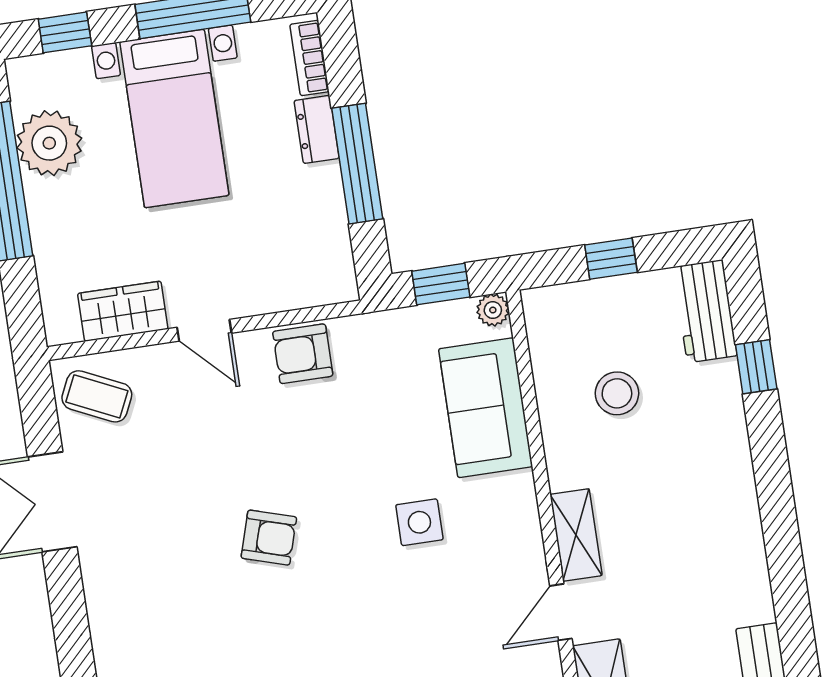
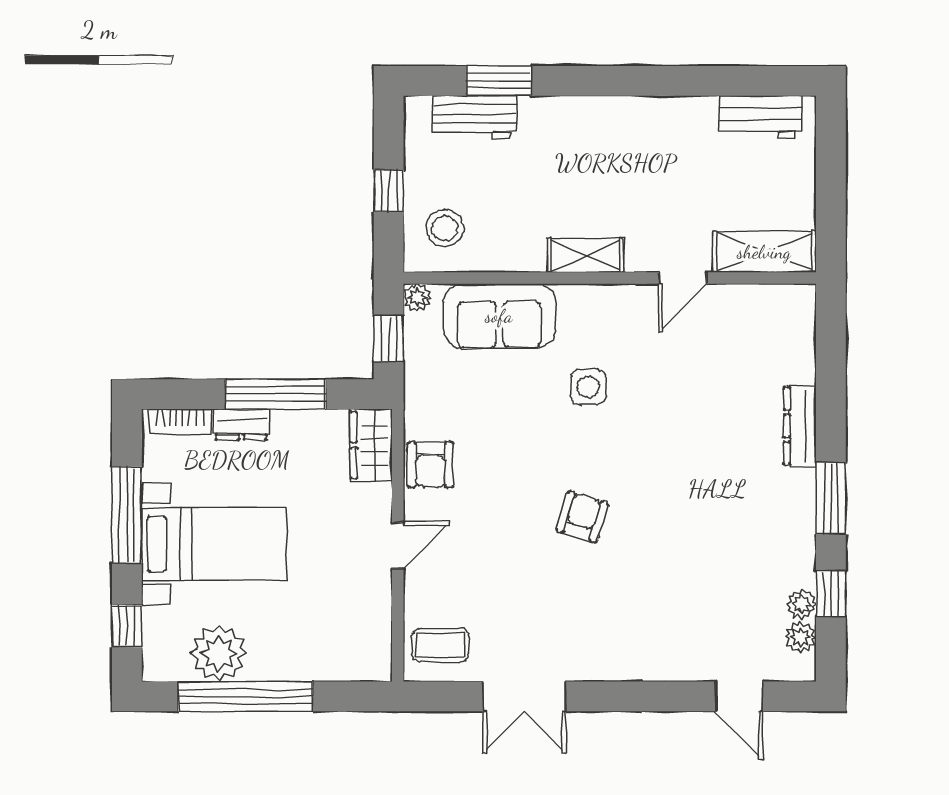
wardrobe: (123, 311) -> (371, 445), moved
workbench: (705, 311) -> (475, 117), moved
window: (756, 367) -> (499, 81), width x1.50
stool: (617, 393) -> (445, 228), moved
coffee table: (97, 396) -> (440, 645), turned 65
shelving: (576, 535) -> (585, 255), moved
door: (561, 612) -> (683, 278), hinge flipped

